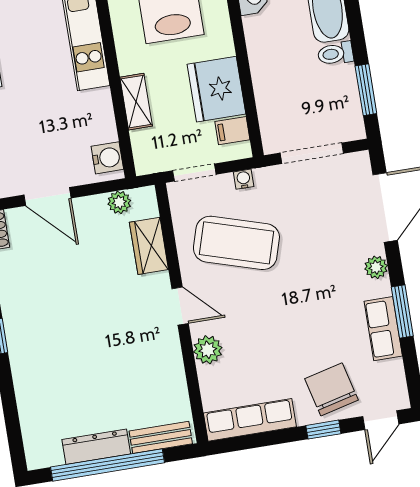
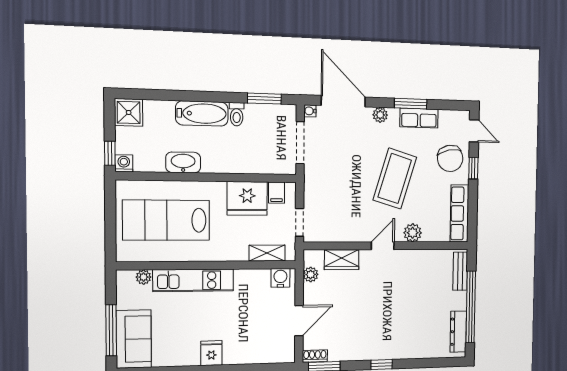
shelving: (136, 102) -> (267, 253), moved
water cooler: (244, 179) -> (310, 111), moved
coffee table: (236, 243) -> (395, 179), moved
chair: (332, 389) -> (450, 158), turned -88
dresser: (96, 447) -> (458, 332), moved

